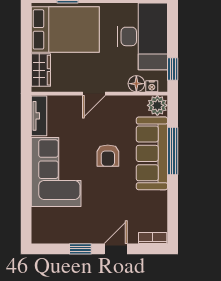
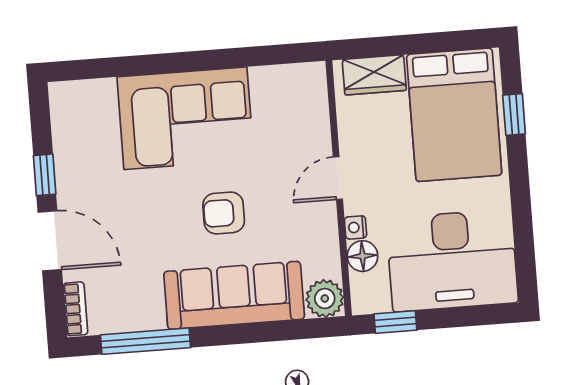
nightstand: (152, 86) -> (356, 227), moved
door: (94, 94) -> (338, 178), hinge flipped
tv unit: (39, 116) -> (288, 78), removed
window: (173, 151) -> (145, 341), moved
door: (116, 249) -> (50, 241), width x1.38

